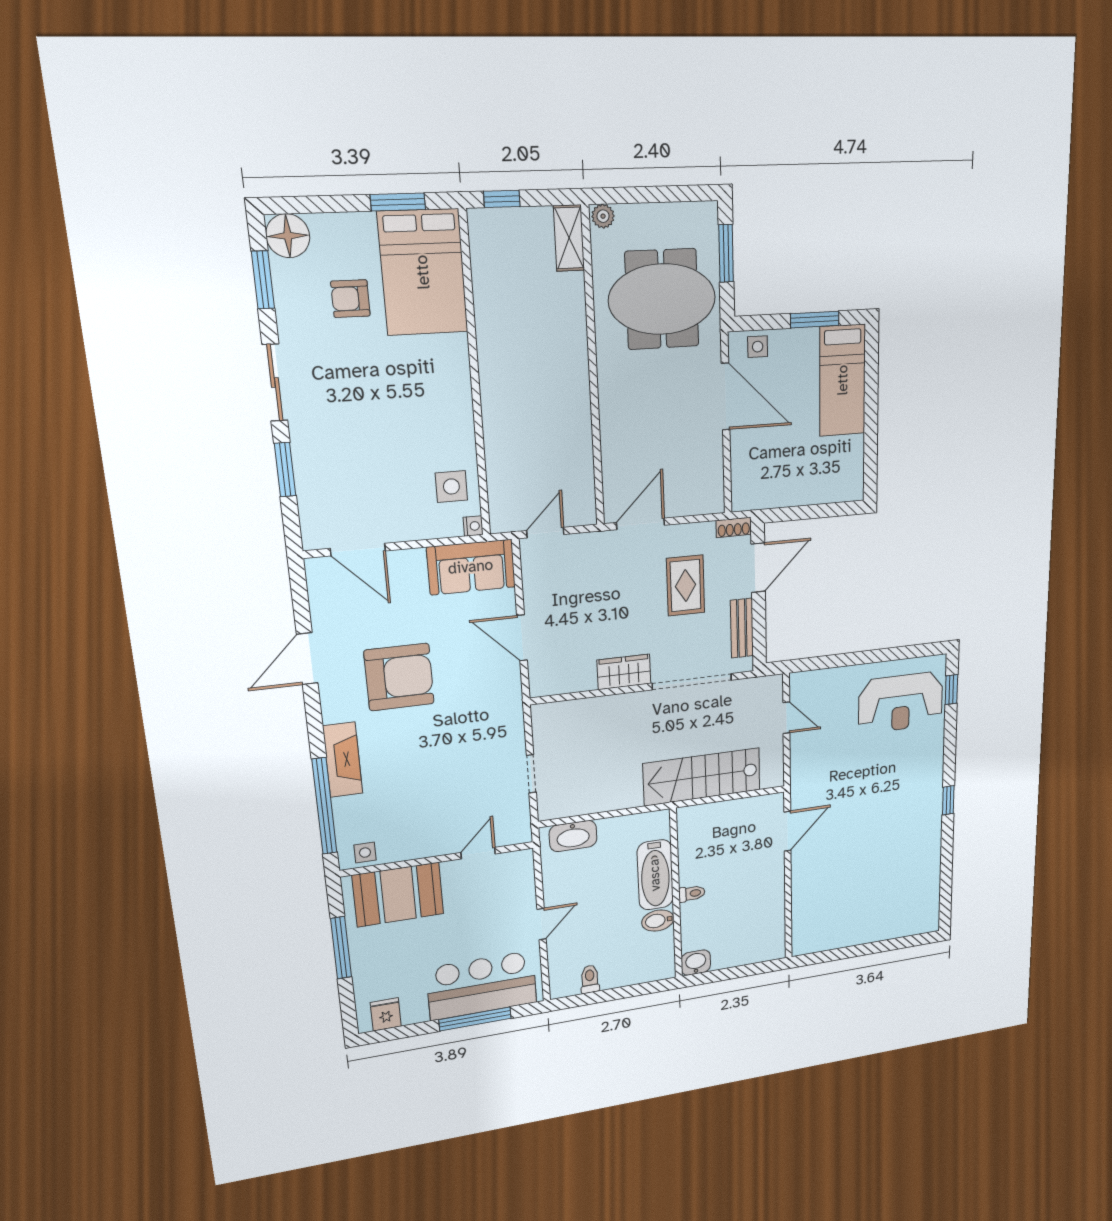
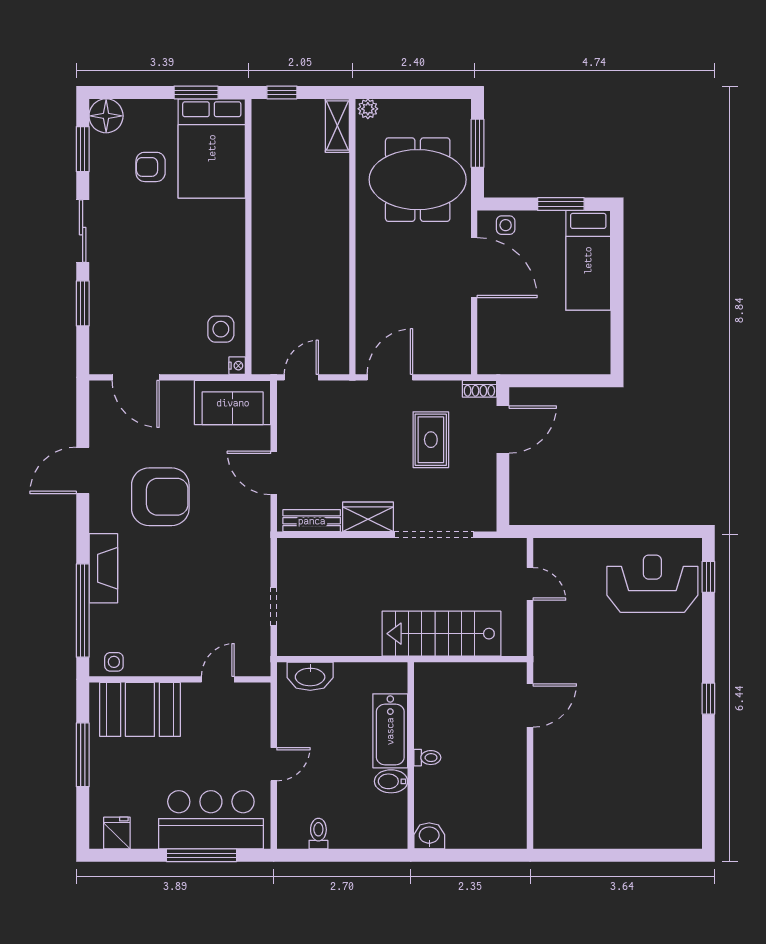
bench: (742, 628) -> (312, 521), moved, turned 90
reception desk: (901, 703) -> (652, 584), turned 180

